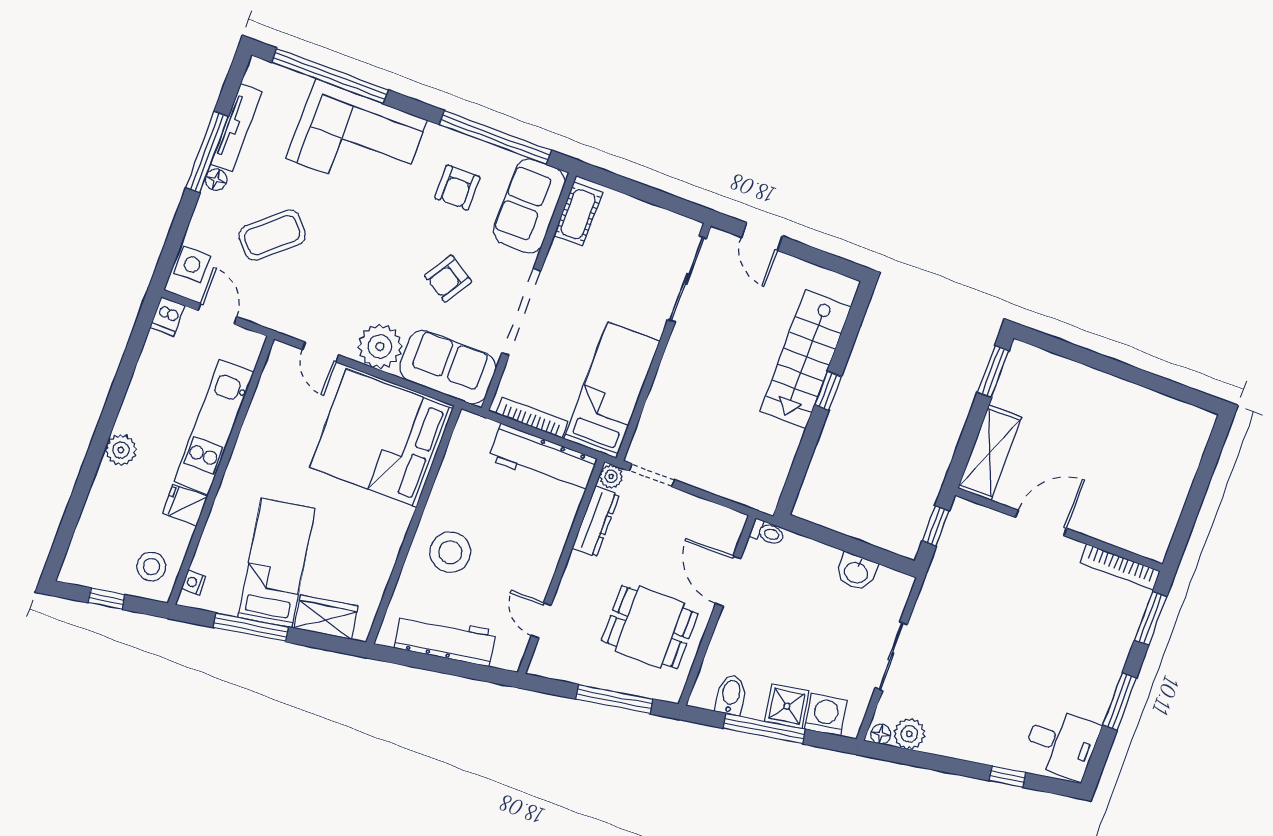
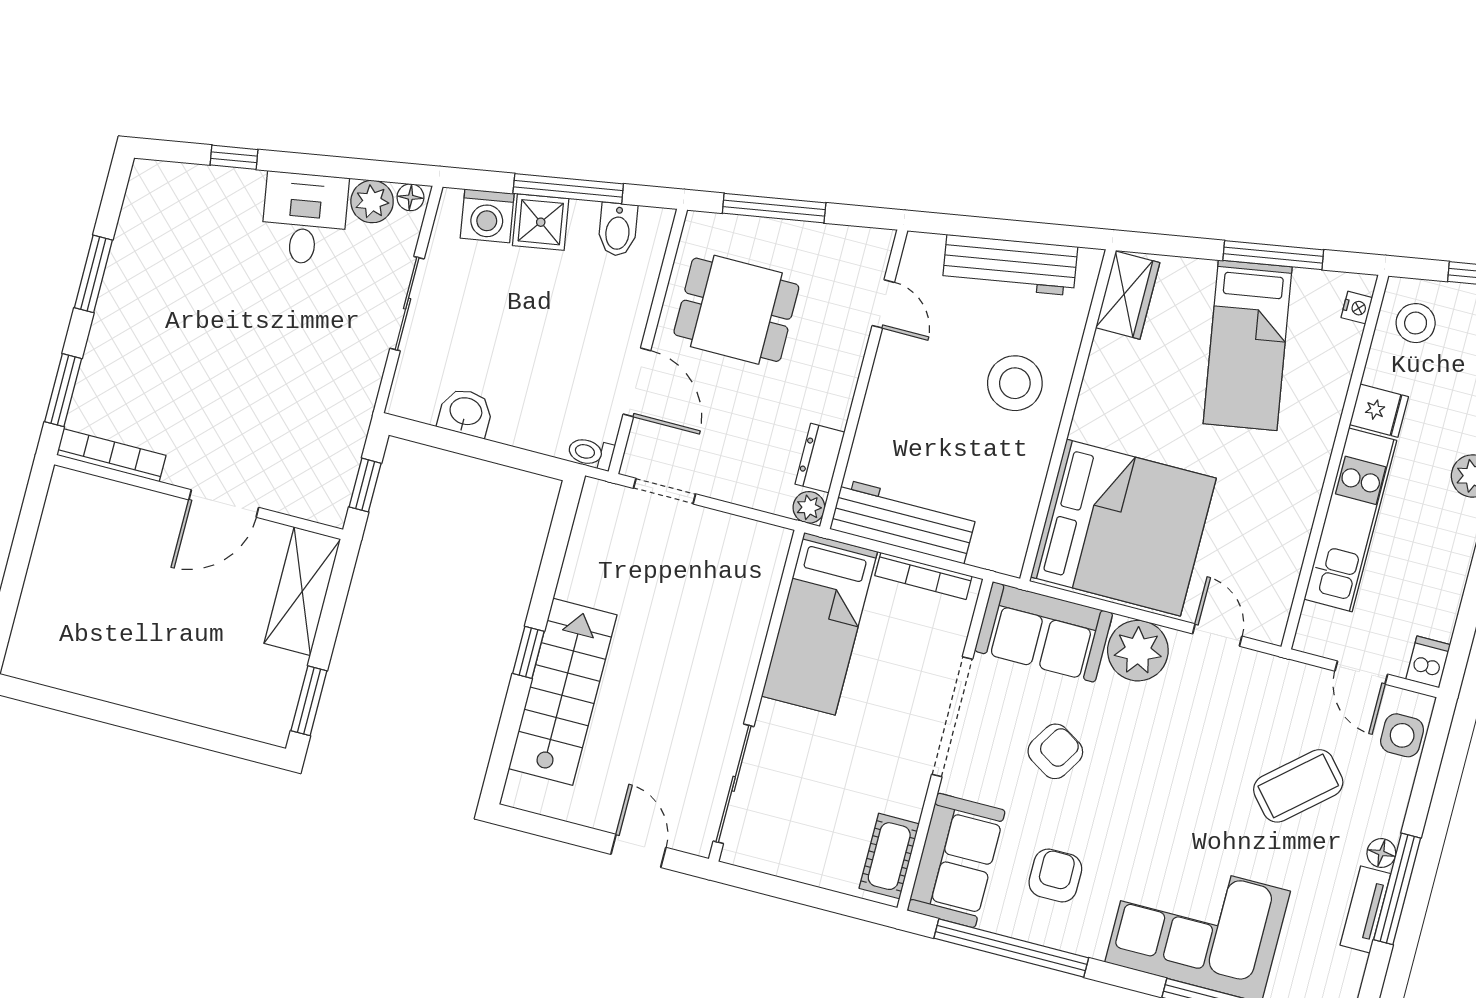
tv unit: (236, 128) -> (1365, 909), width x0.71
doorway: (652, 475) -> (664, 491), moved
dresser: (596, 521) -> (820, 458), width x0.70
wardrobe: (326, 617) -> (1128, 295), moved, turned -81
desk: (1061, 743) -> (305, 218), moved, turned 81

